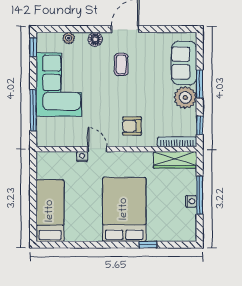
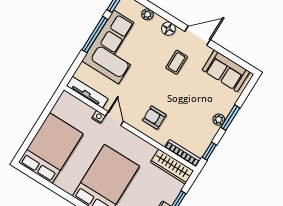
sofa: (184, 63) -> (226, 71), moved, turned -90
plant: (185, 97) -> (219, 120), width x0.53, depth x0.53
window: (33, 110) -> (95, 35), moved
tv unit: (58, 141) -> (87, 92), added
bed: (50, 211) -> (51, 148), width x1.50

